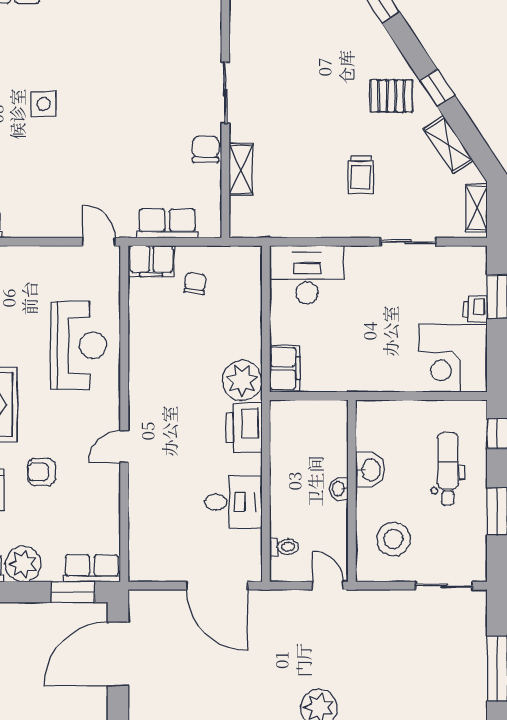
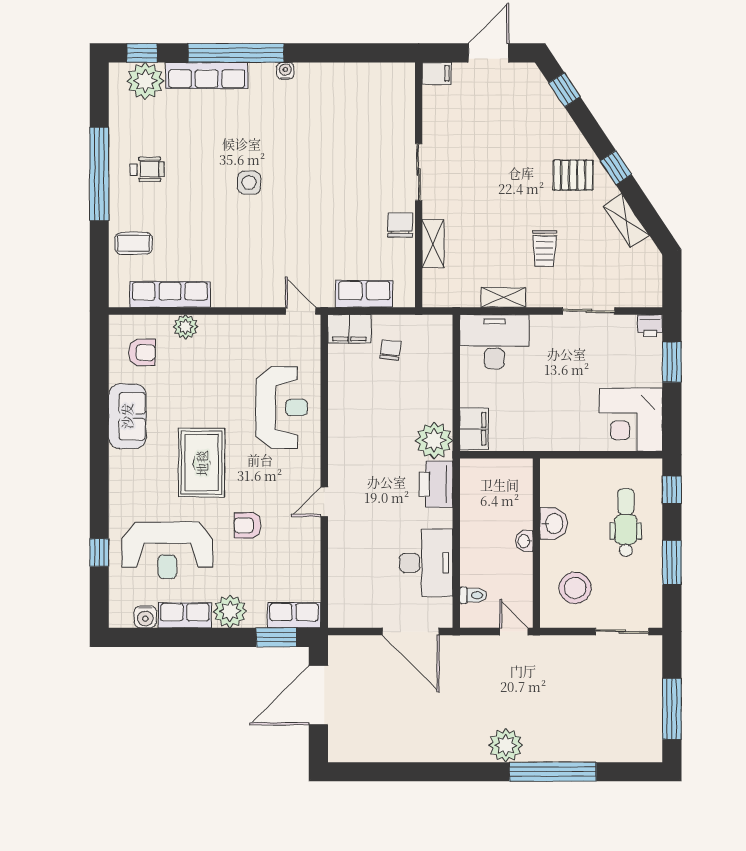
shelving: (476, 208) -> (503, 297), moved, turned 90
printer: (475, 309) -> (650, 326), moved, turned -90
desk: (234, 502) -> (426, 563), width x1.37

